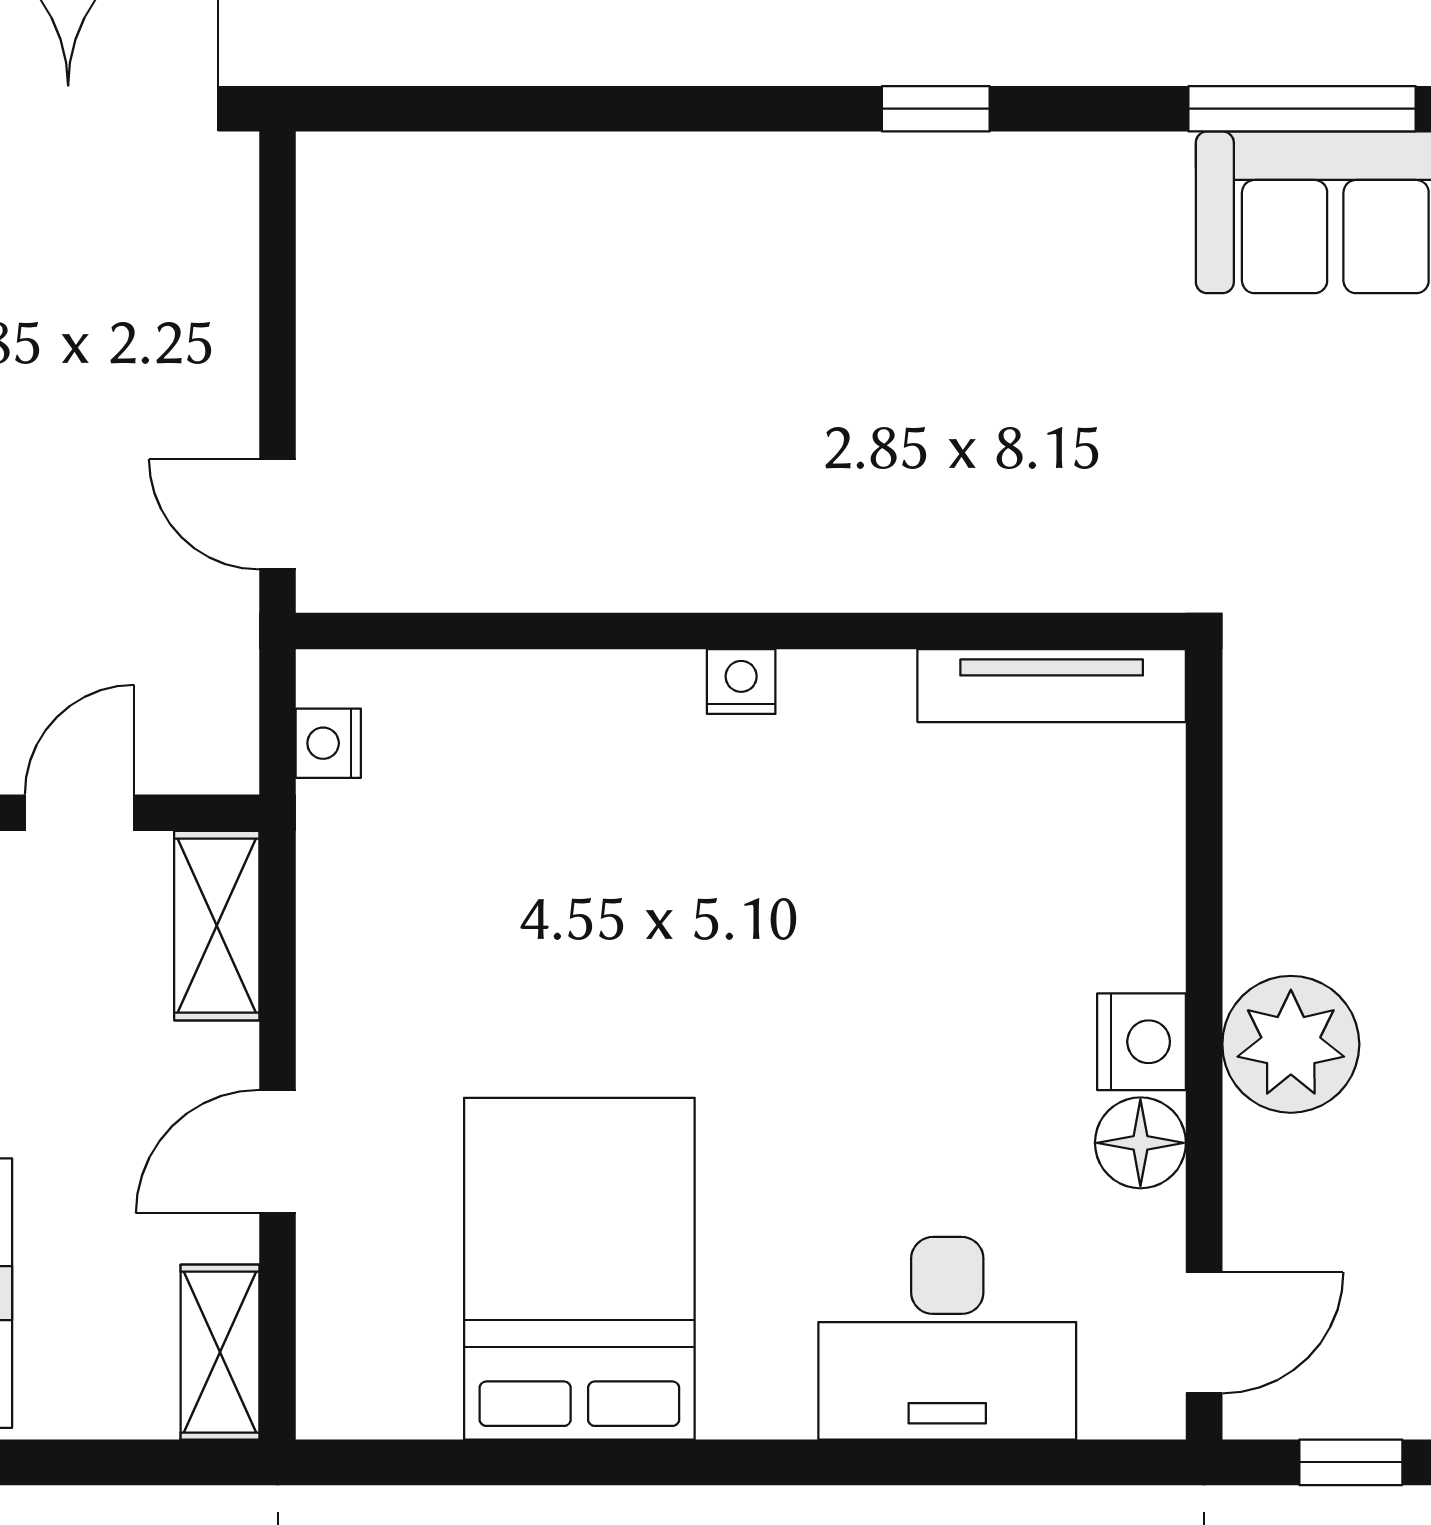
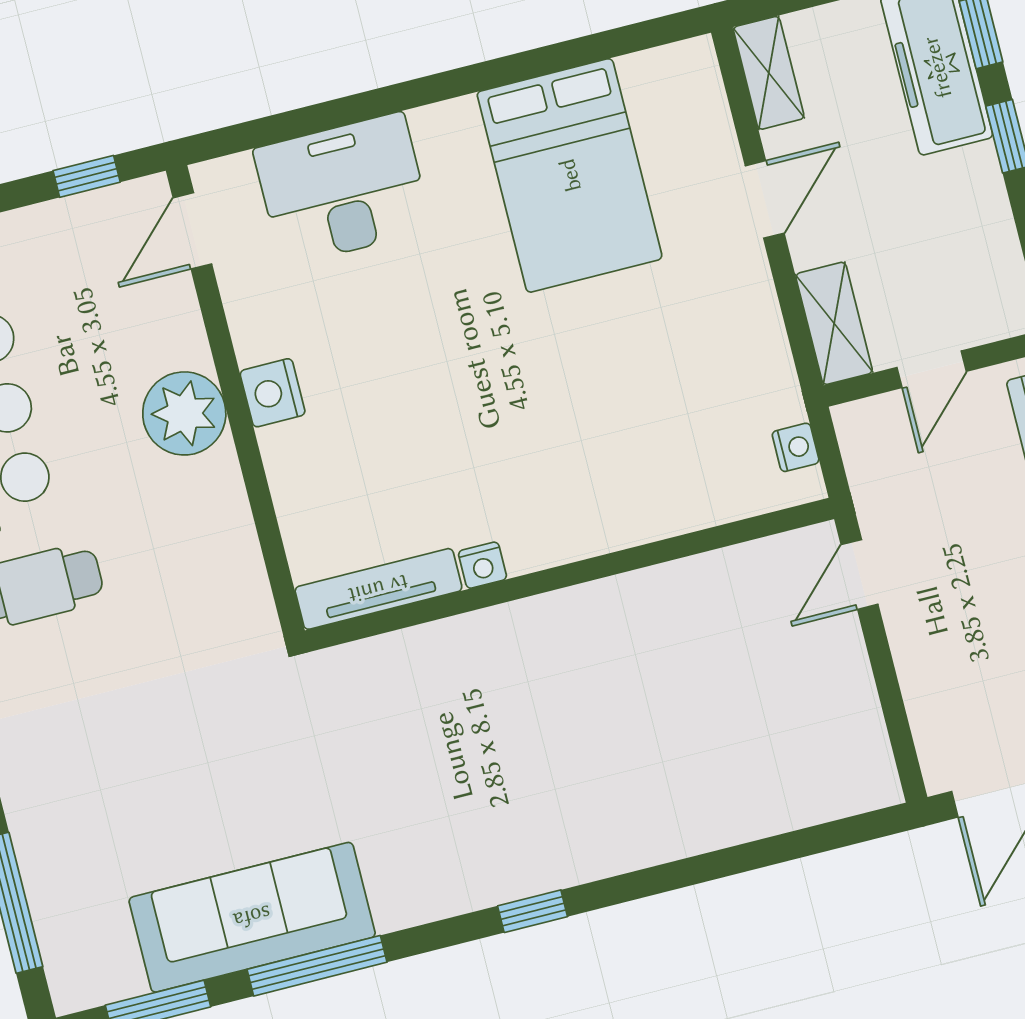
door: (278, 514) -> (860, 574), swing flipped
nightstand: (741, 682) -> (482, 565), moved
floor lamp: (1140, 1143) -> (258, 333), removed

